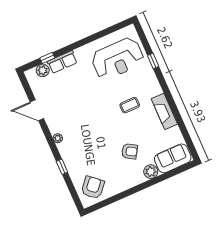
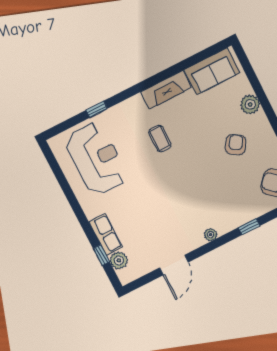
armchair: (130, 151) -> (236, 145), moved
sofa: (173, 158) -> (212, 71), moved, turned -90

